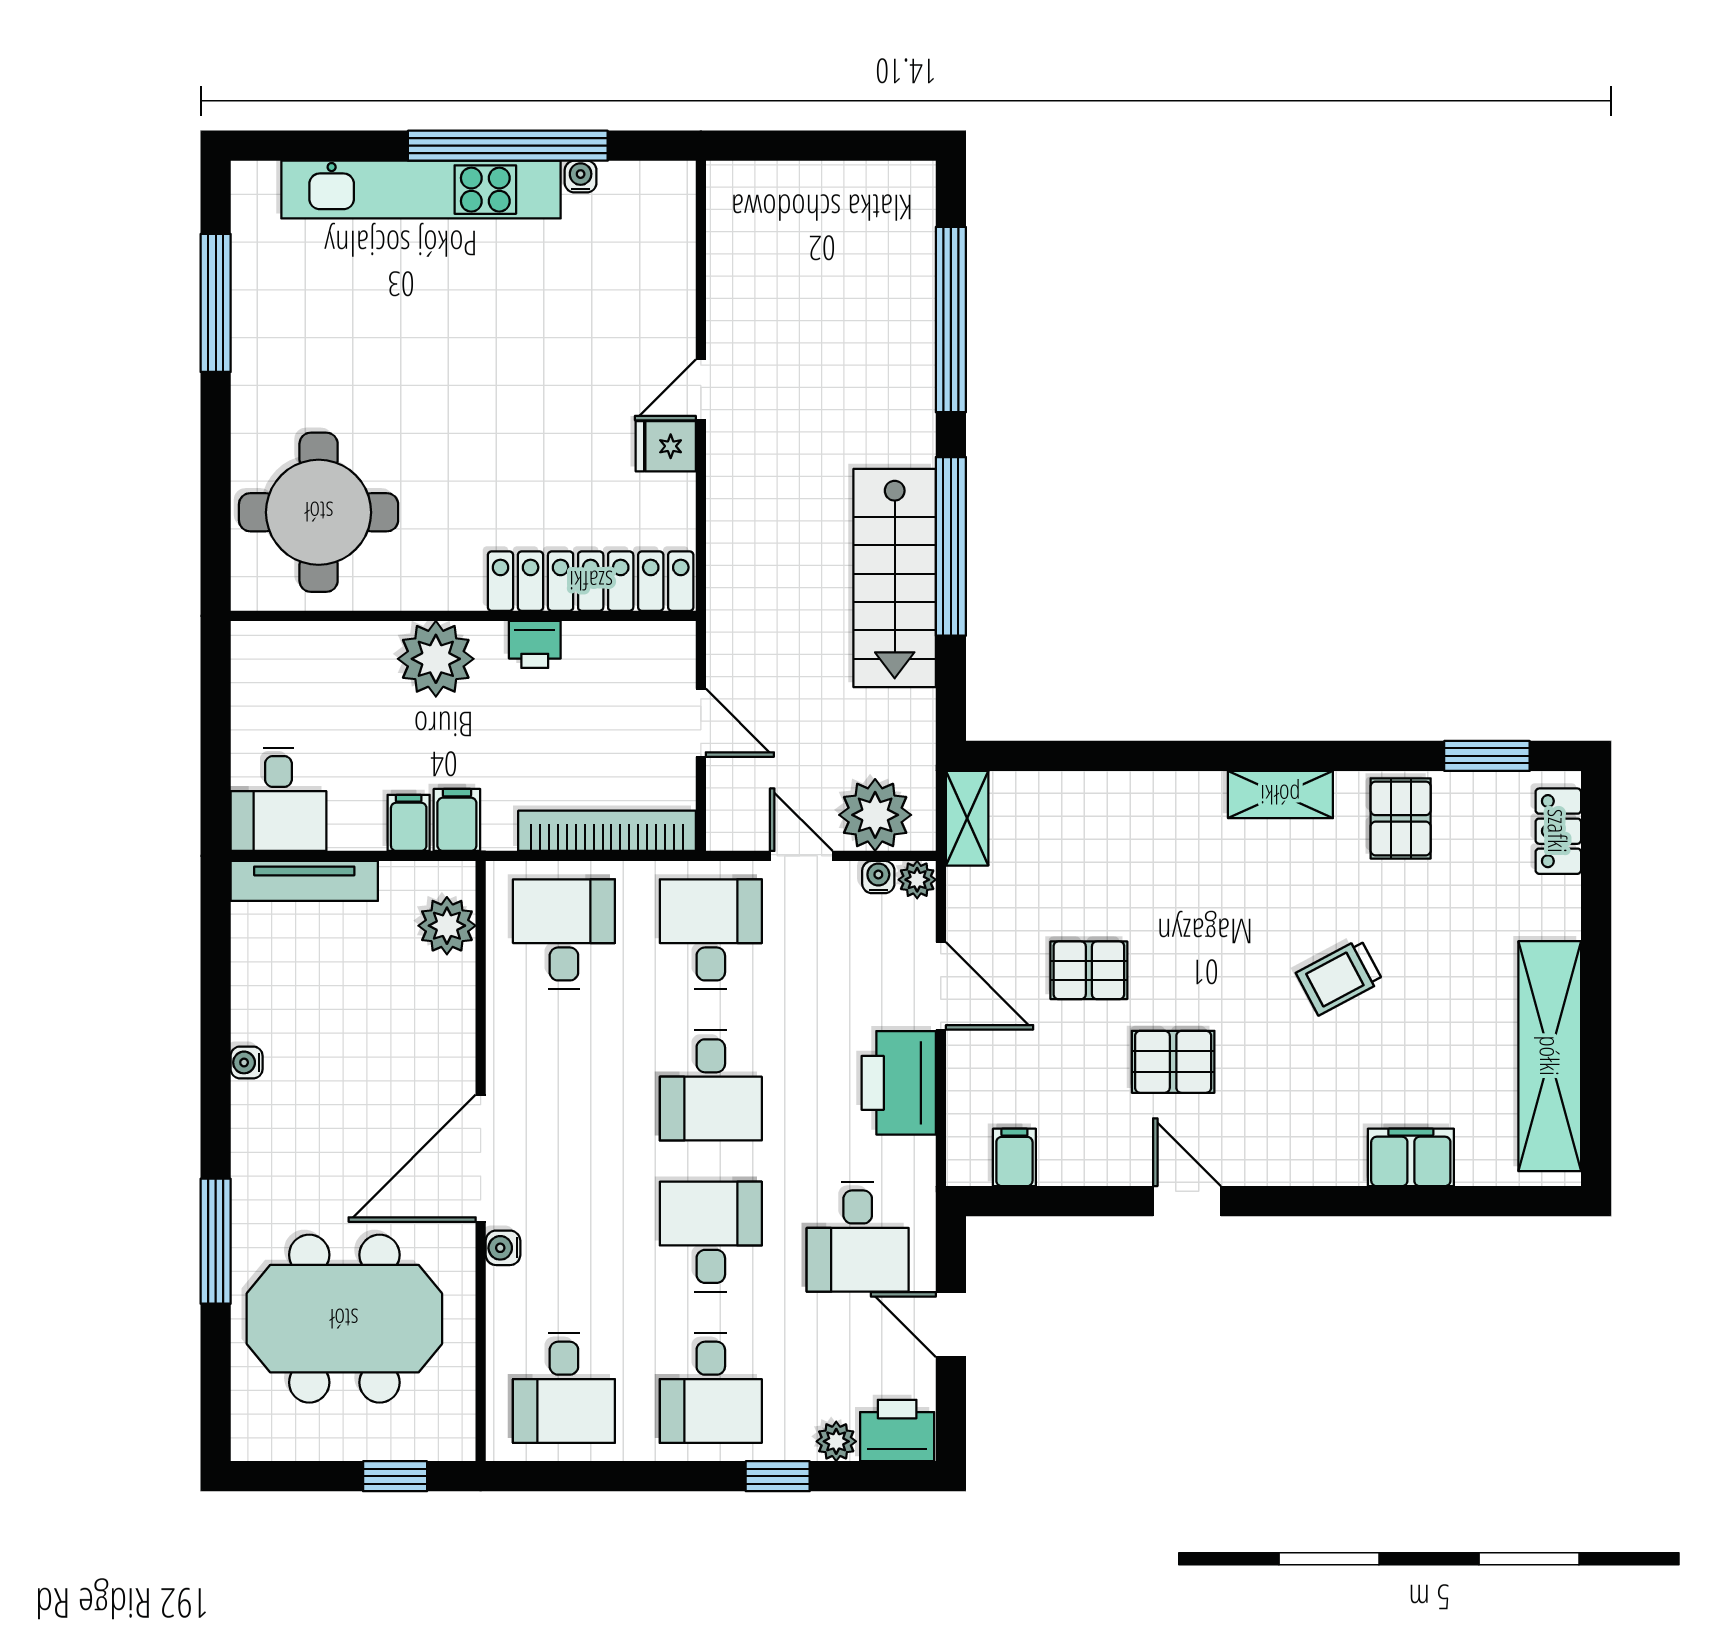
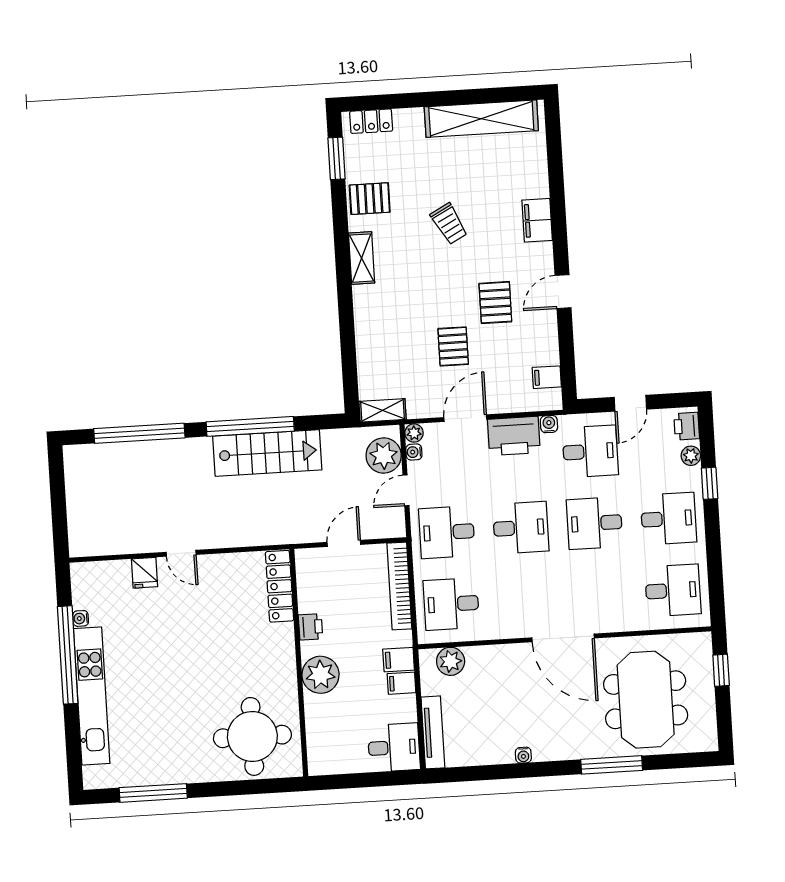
fridge: (666, 446) -> (144, 573), moved
locker: (591, 581) -> (280, 586), width x0.71, depth x0.83
filing cabinet: (1411, 1157) -> (537, 220), moved
water cooler: (503, 1248) -> (549, 424), moved, turned 180
printer: (897, 1431) -> (687, 426), width x0.73, depth x0.81

